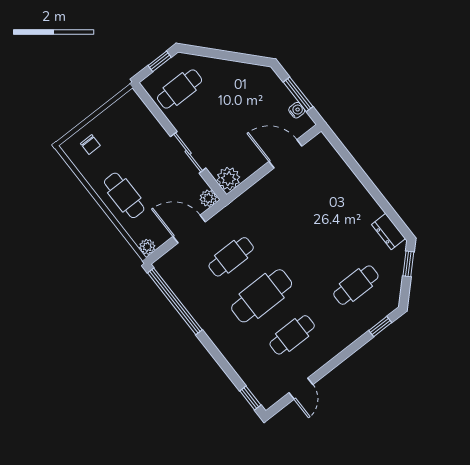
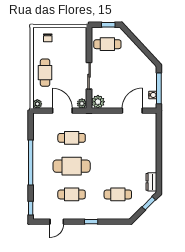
window: (298, 94) -> (159, 88), width x1.44
door: (285, 154) -> (132, 111), hinge flipped
window: (175, 301) -> (31, 162), moved
window: (380, 327) -> (91, 222), moved

